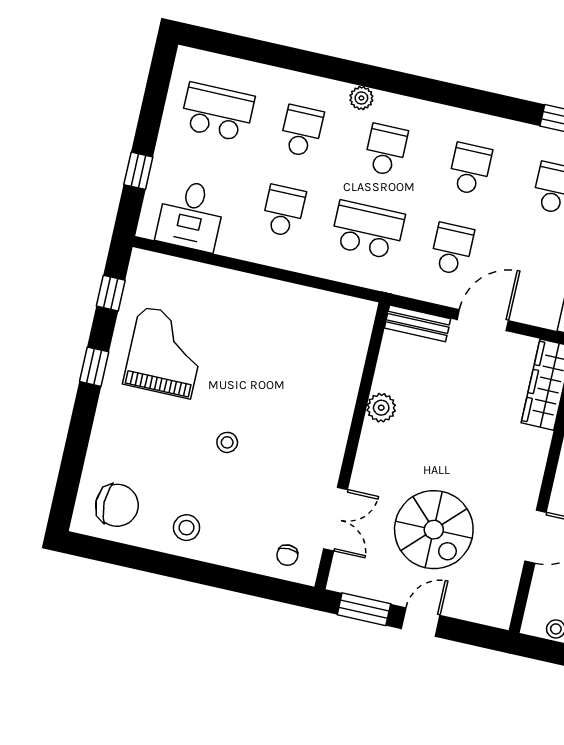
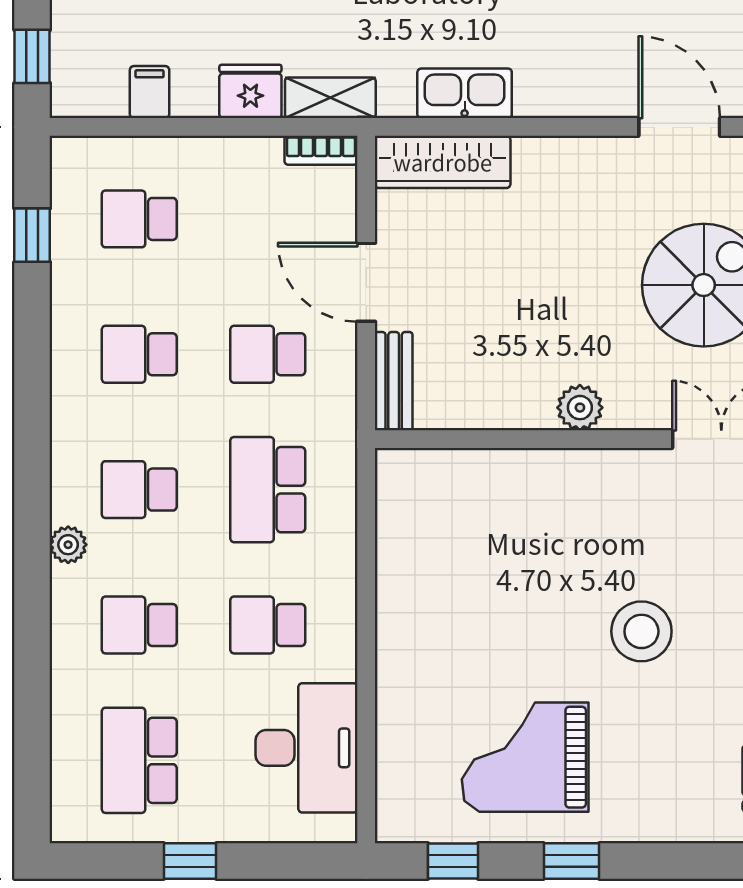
window: (138, 171) -> (190, 861), moved
desk: (191, 215) -> (307, 748), width x1.37
plant: (381, 408) -> (580, 408), moved
stool: (227, 442) -> (641, 631), width x1.89, depth x1.89

